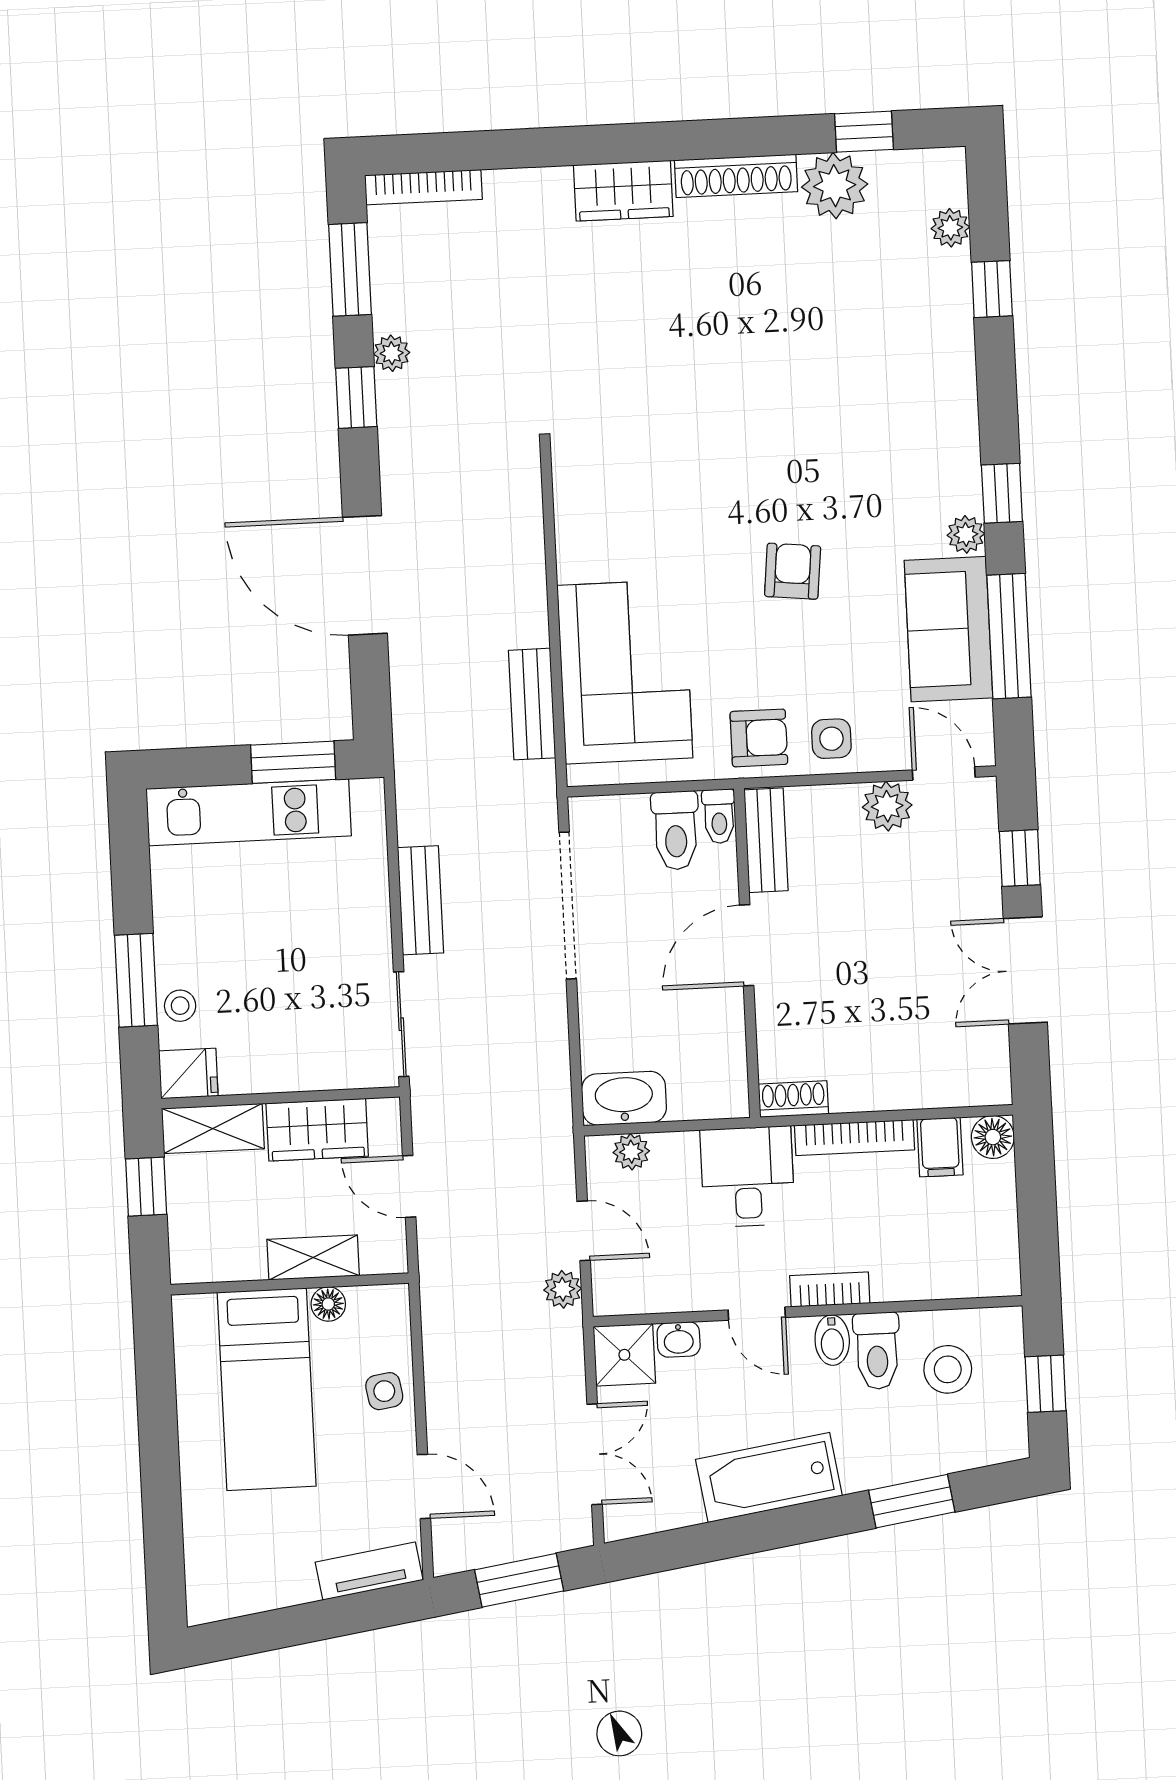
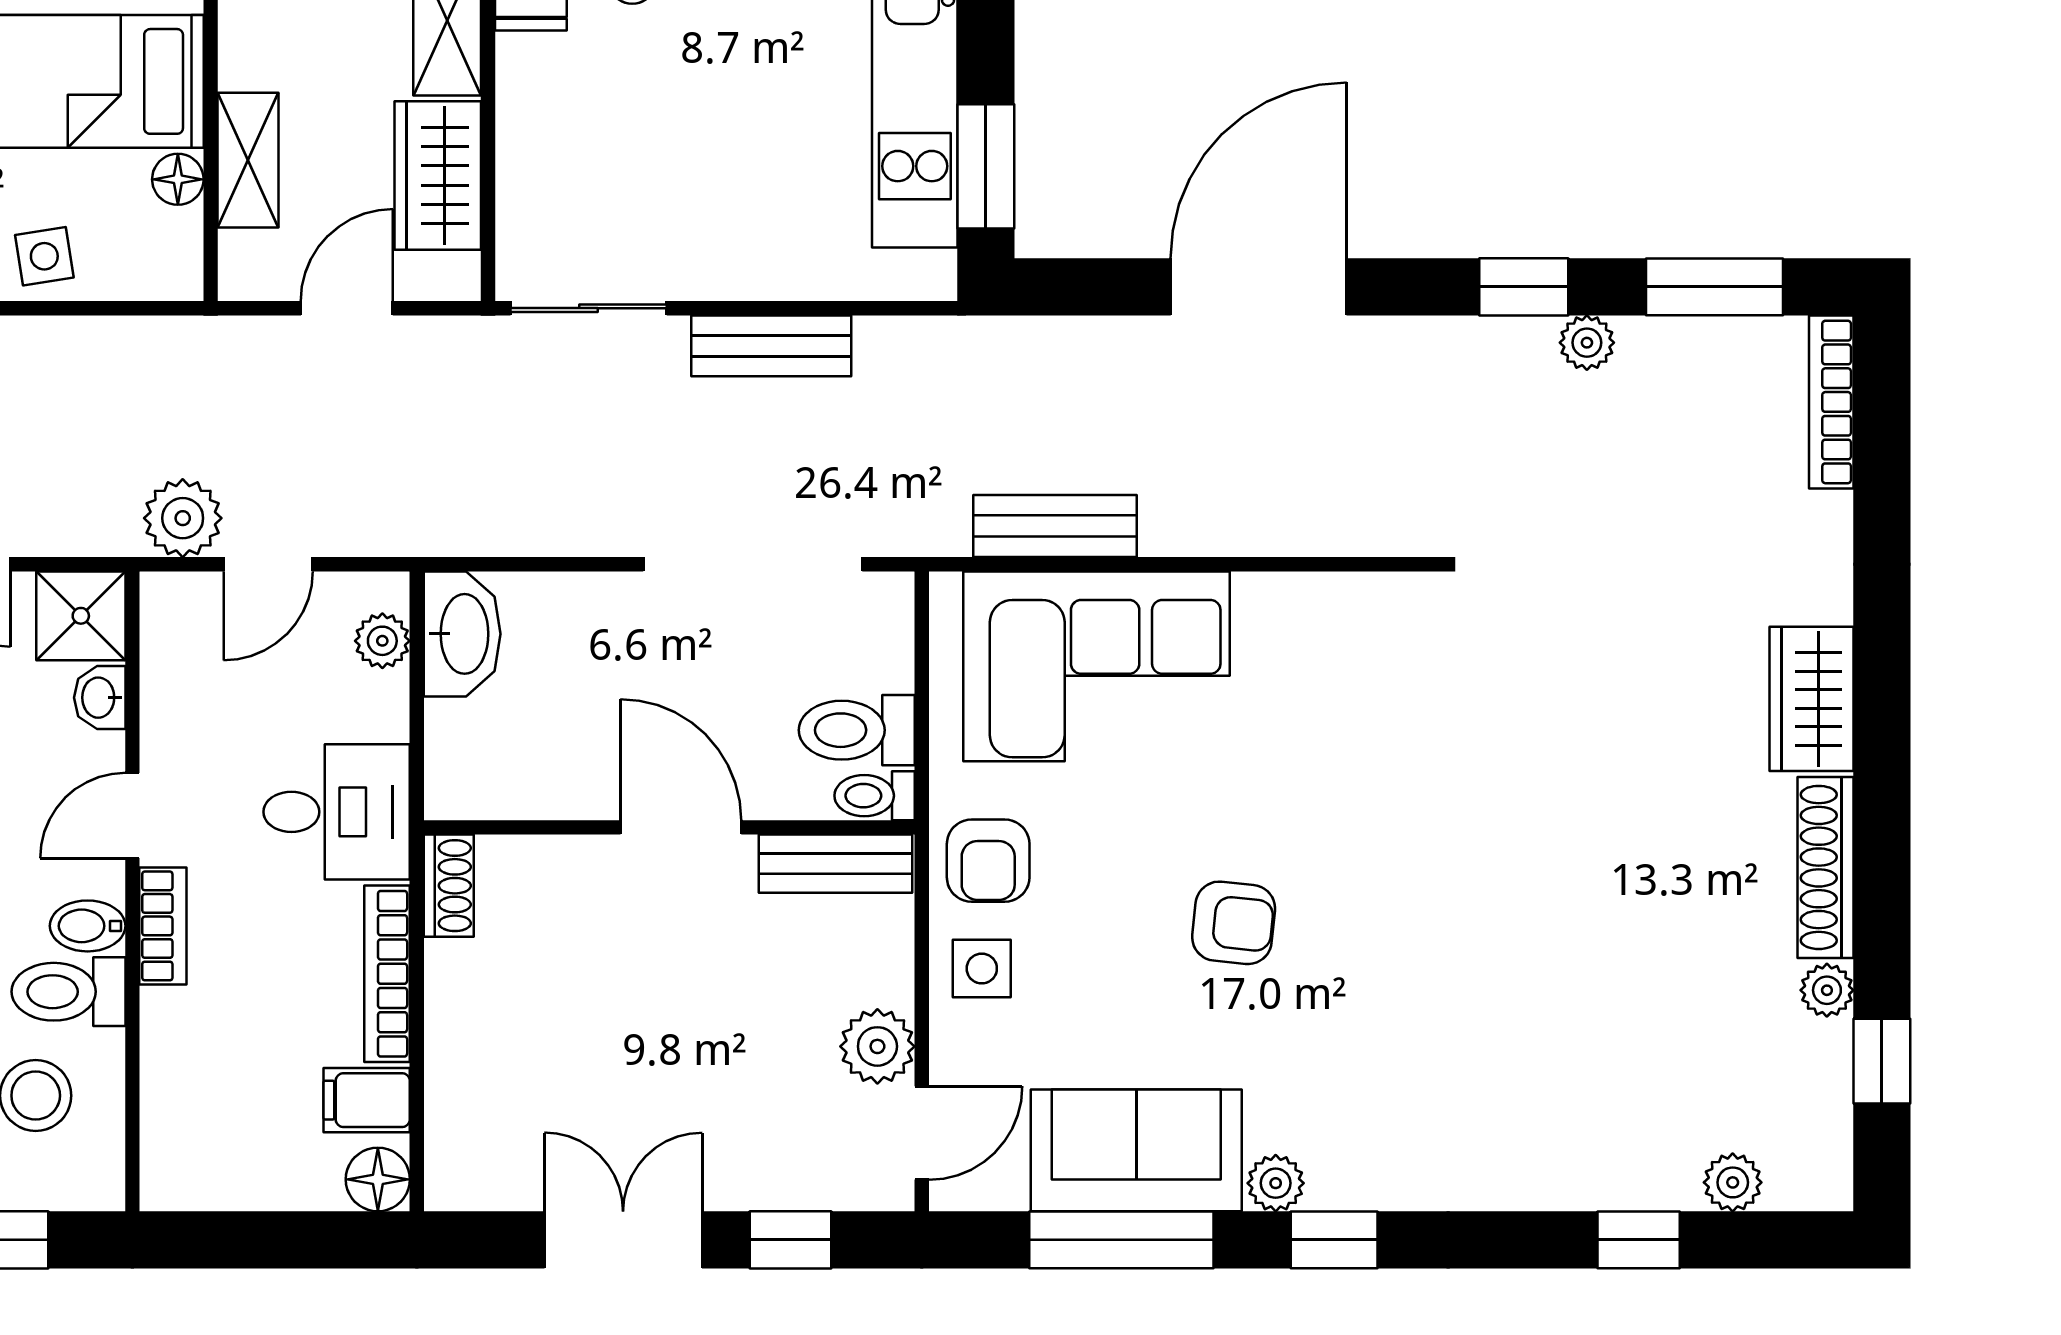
plant: (835, 186) -> (1827, 990), width x0.53, depth x0.53
plant: (563, 1289) -> (183, 518), width x1.38, depth x1.38

